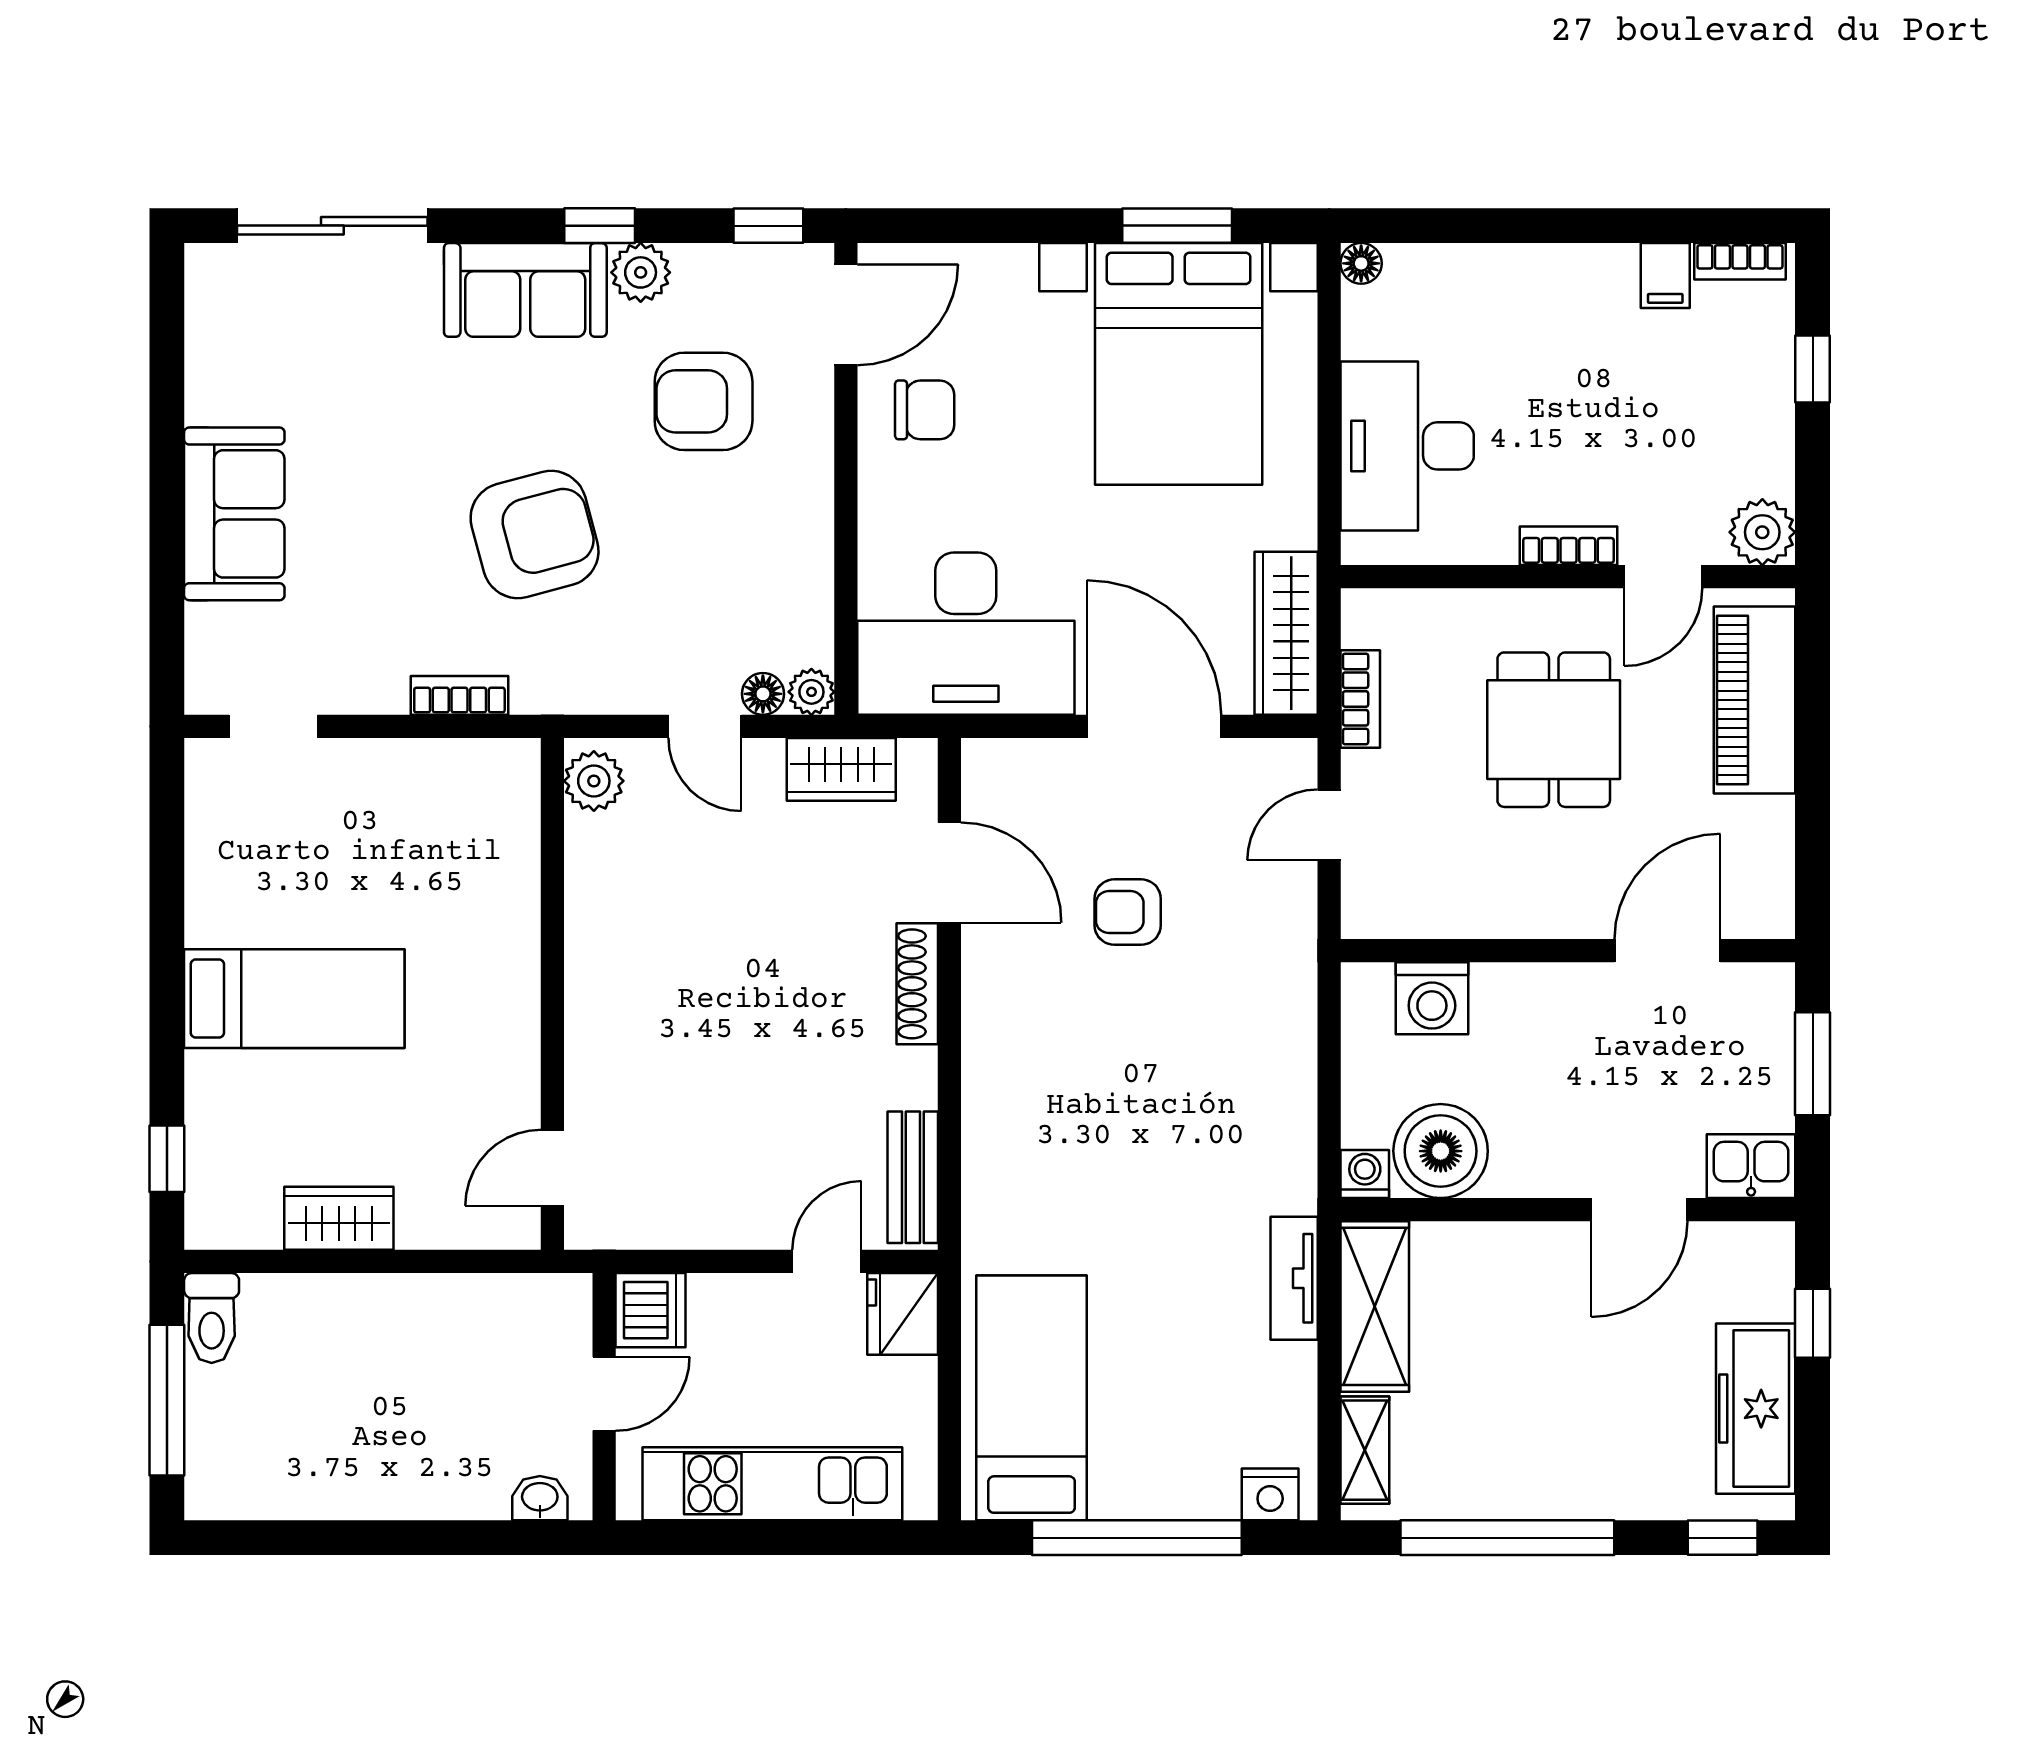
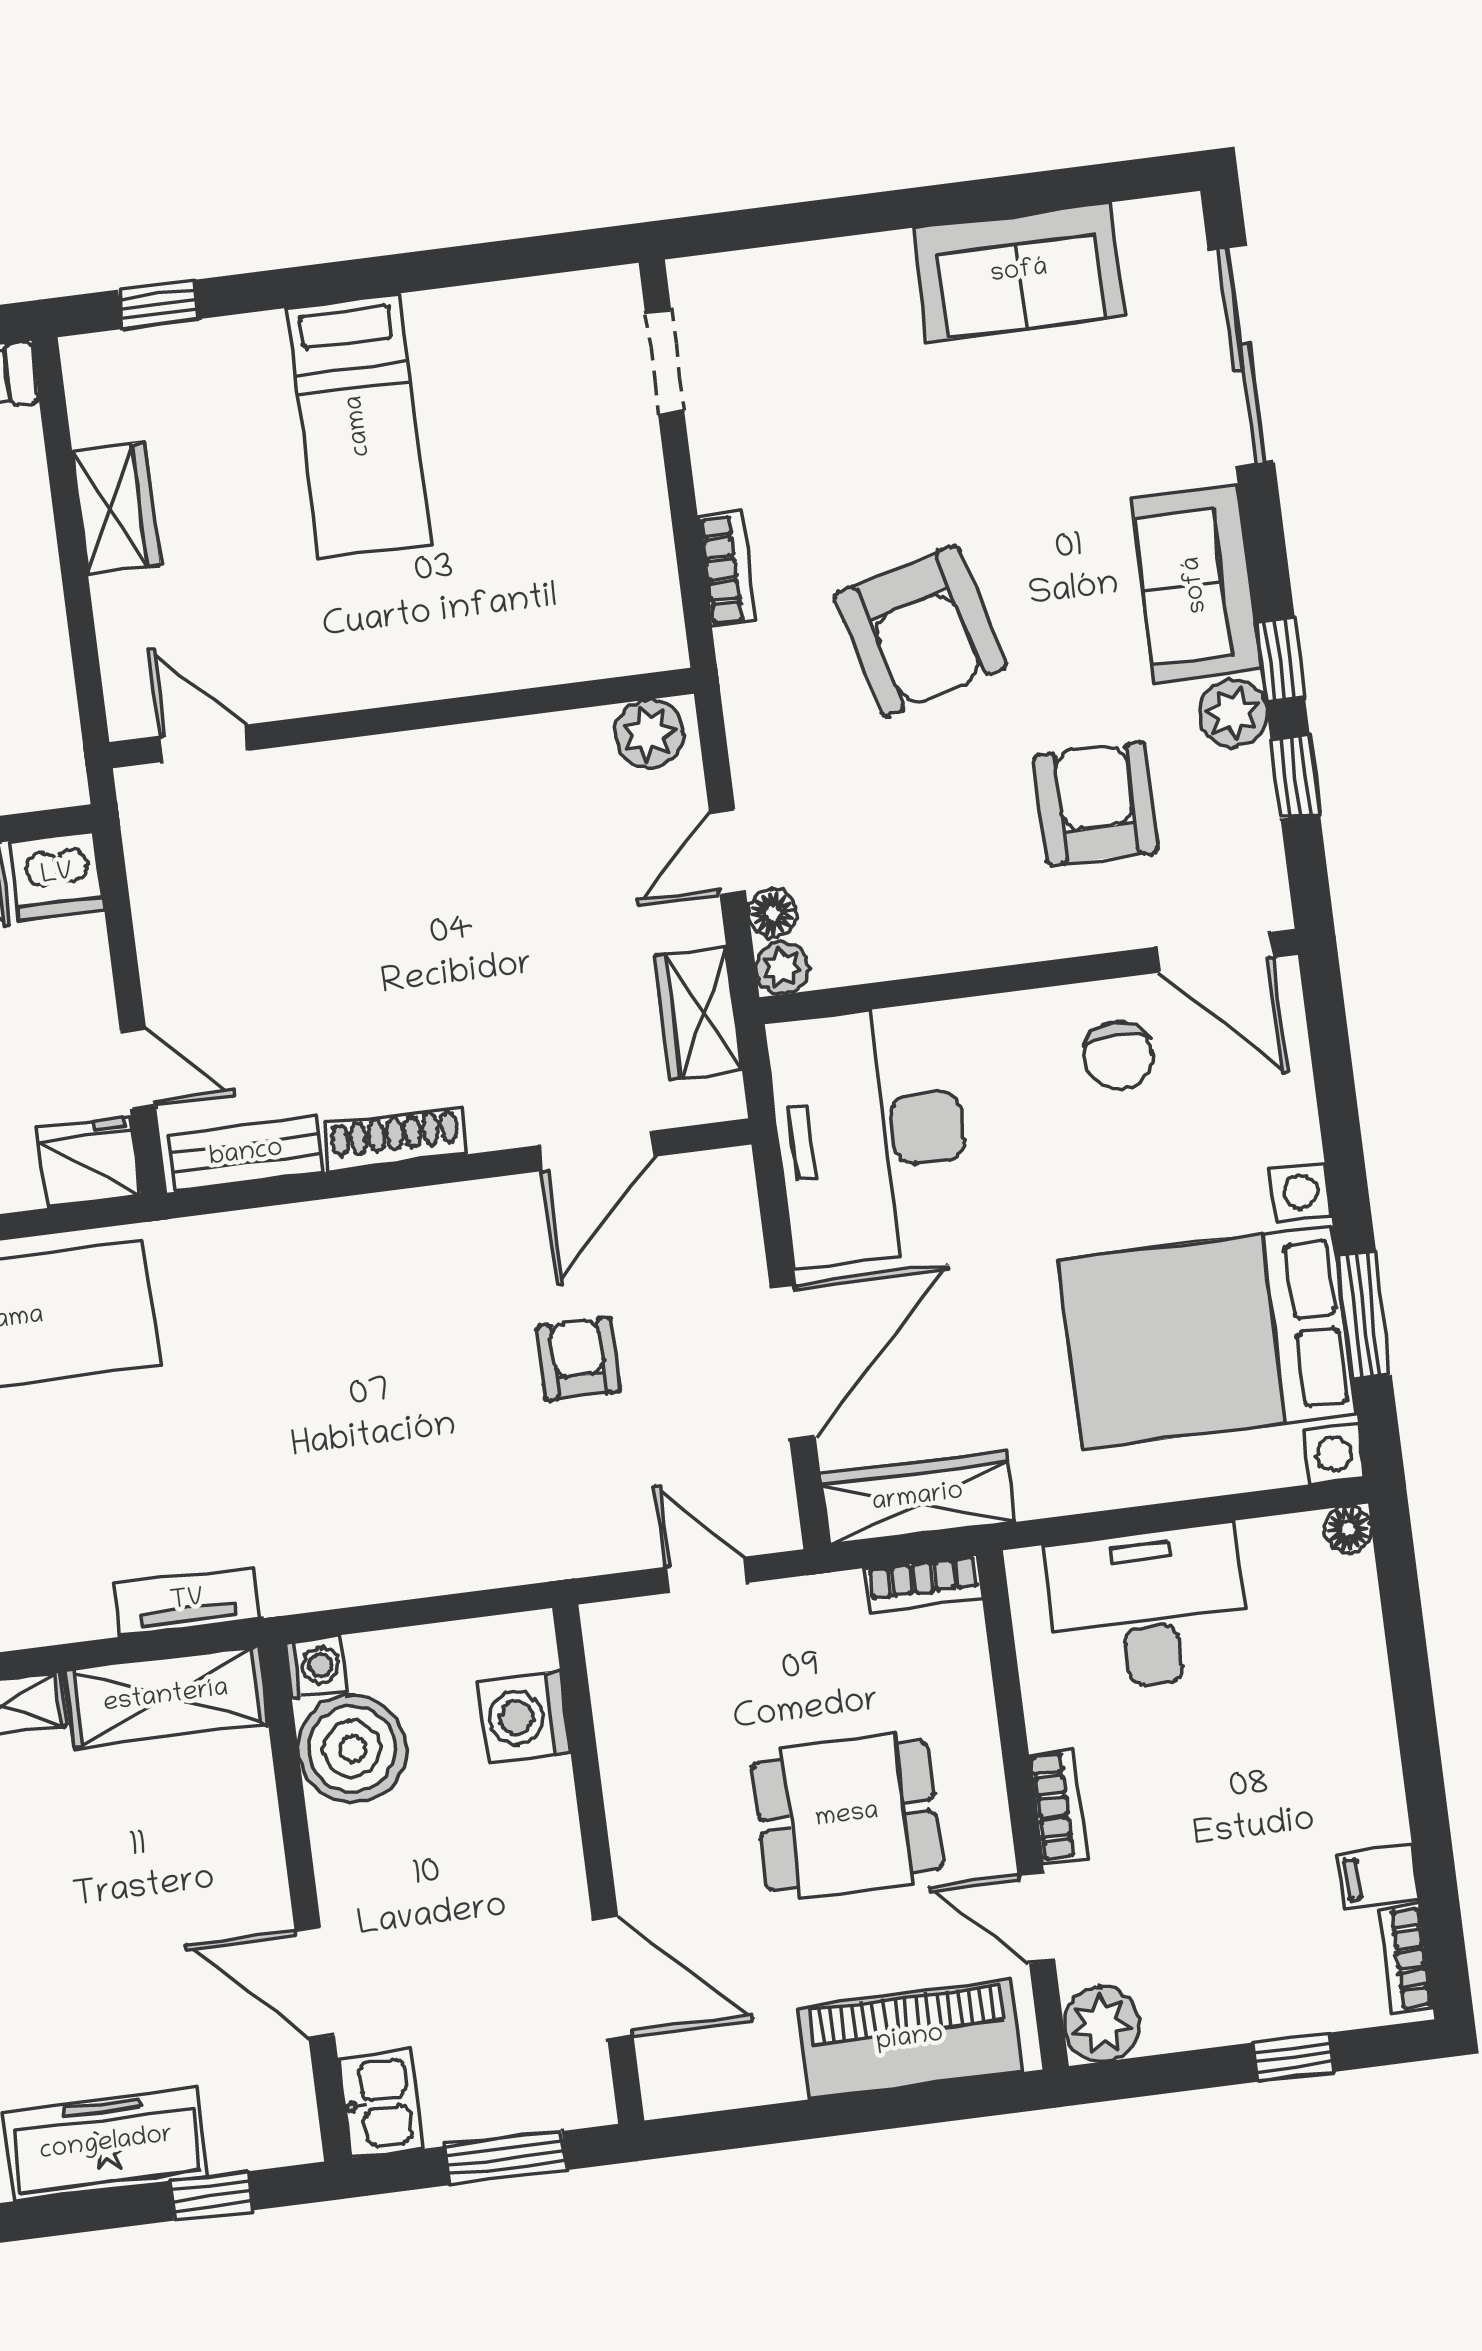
window: (768, 226) -> (1295, 777), moved
sofa: (234, 514) -> (1019, 272), moved
bookcase: (1360, 699) -> (924, 1583), moved
shoe rack: (917, 984) -> (395, 1140), moved

